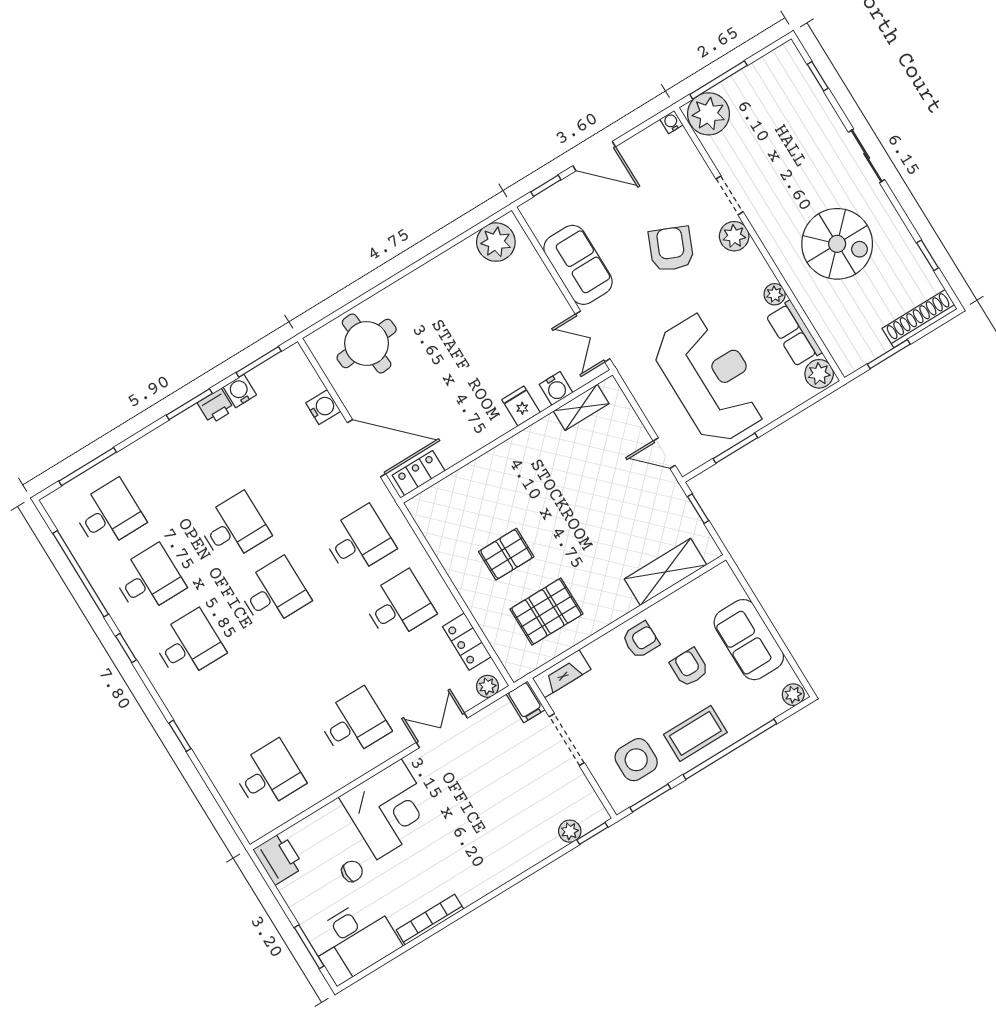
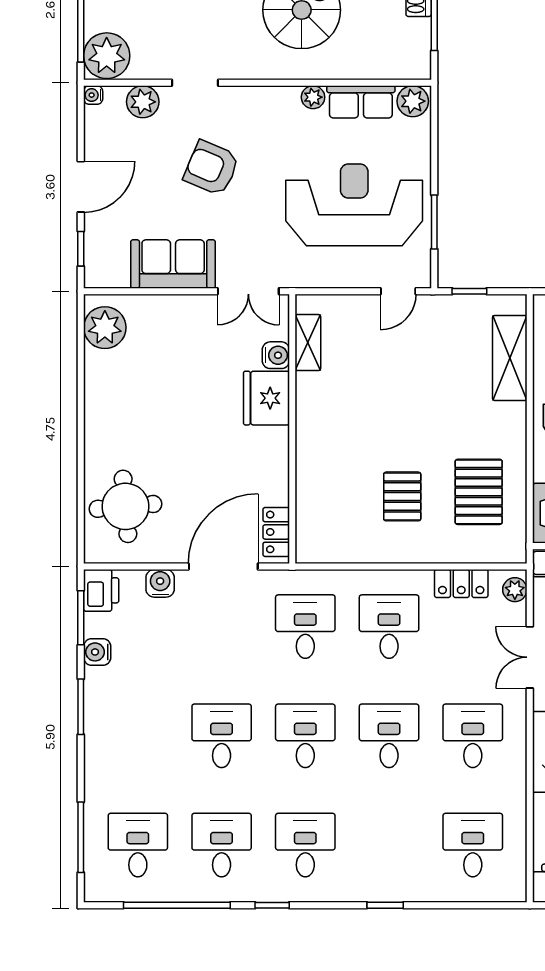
plant: (734, 236) -> (143, 102), moved
printer: (216, 406) -> (101, 590), moved, width x1.36, depth x1.24
fridge: (521, 406) -> (267, 398), width x1.88, depth x1.34
desk: (314, 658) -> (389, 736), added

